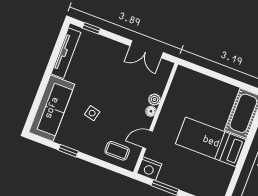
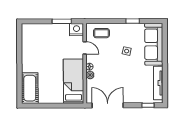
double door: (147, 49) -> (108, 105), width x1.37
door: (148, 139) -> (85, 48), hinge flipped
bed: (211, 142) -> (74, 81), moved, turned -90

